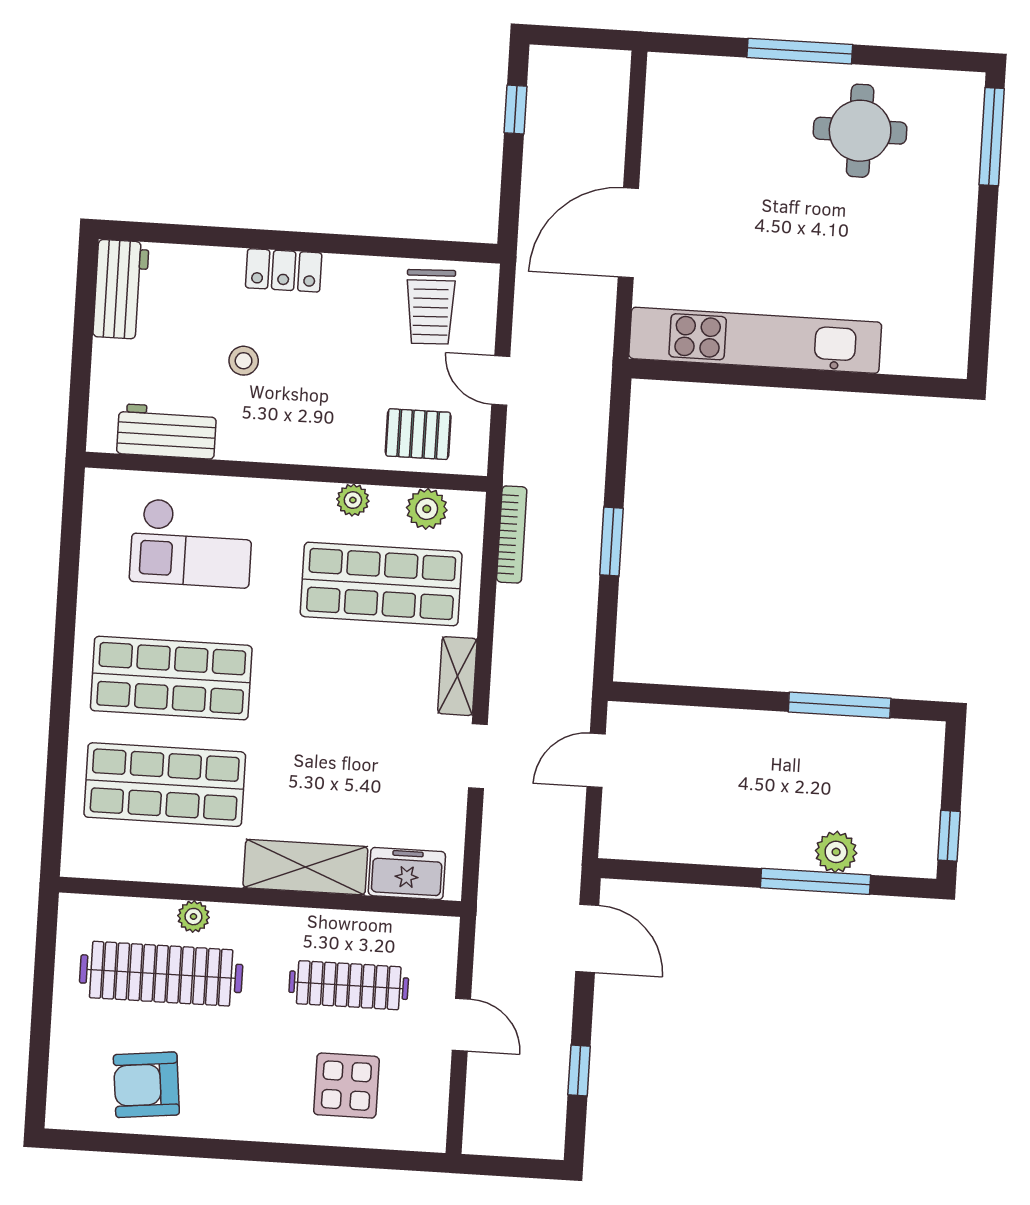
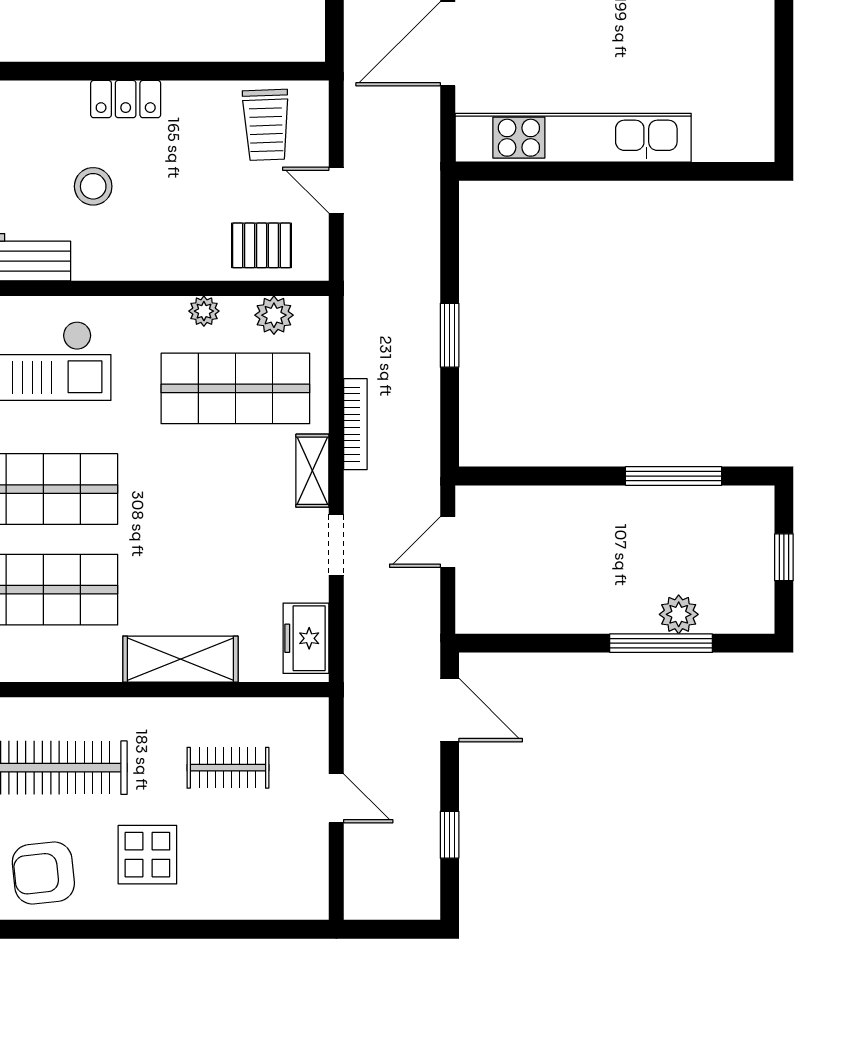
stool: (244, 361) -> (93, 186), width x1.37, depth x1.37
bookcase: (512, 534) -> (355, 424), moved
window: (949, 836) -> (784, 557), moved
freezer: (407, 874) -> (306, 638), moved, turned -90
plant: (193, 917) -> (78, 712), removed
clothes rail: (349, 985) -> (228, 768), width x0.73
display table: (346, 1086) -> (147, 855), moved

